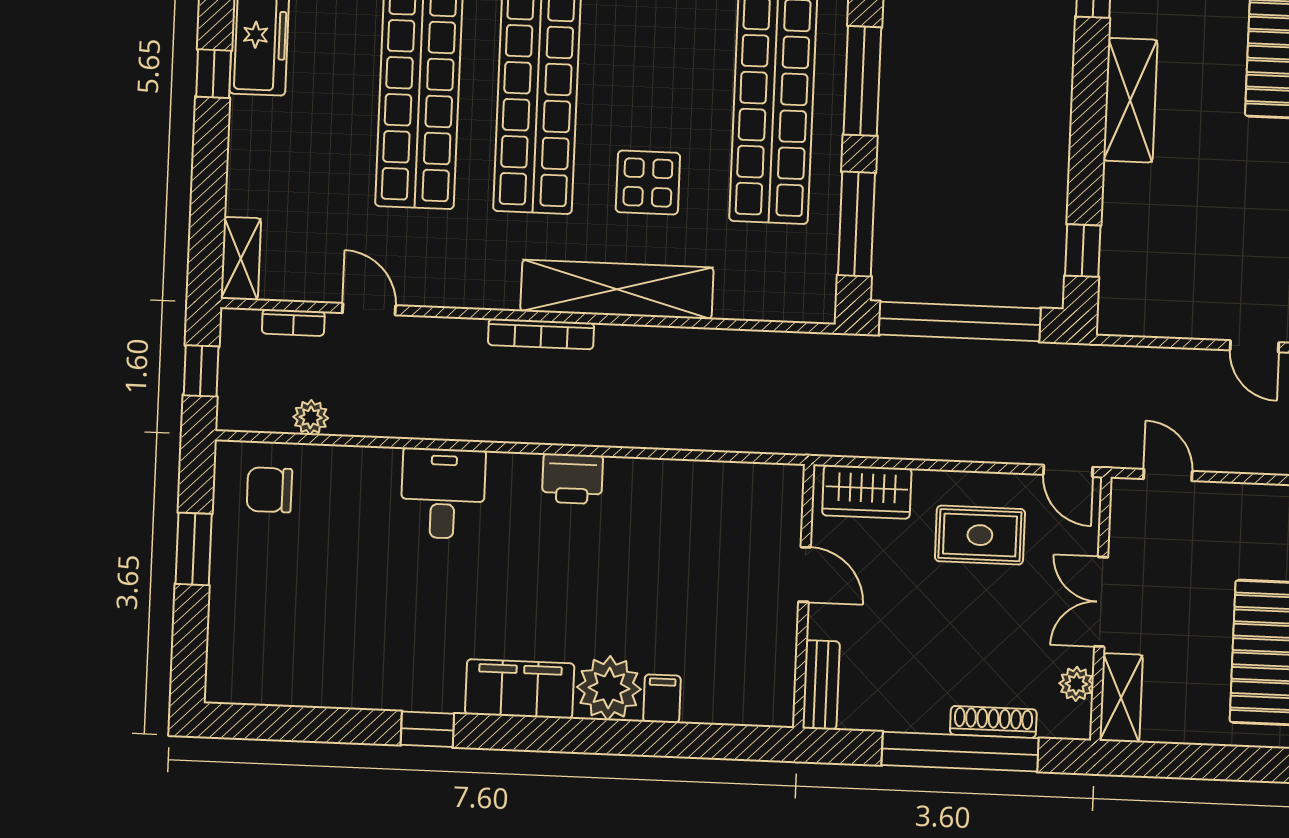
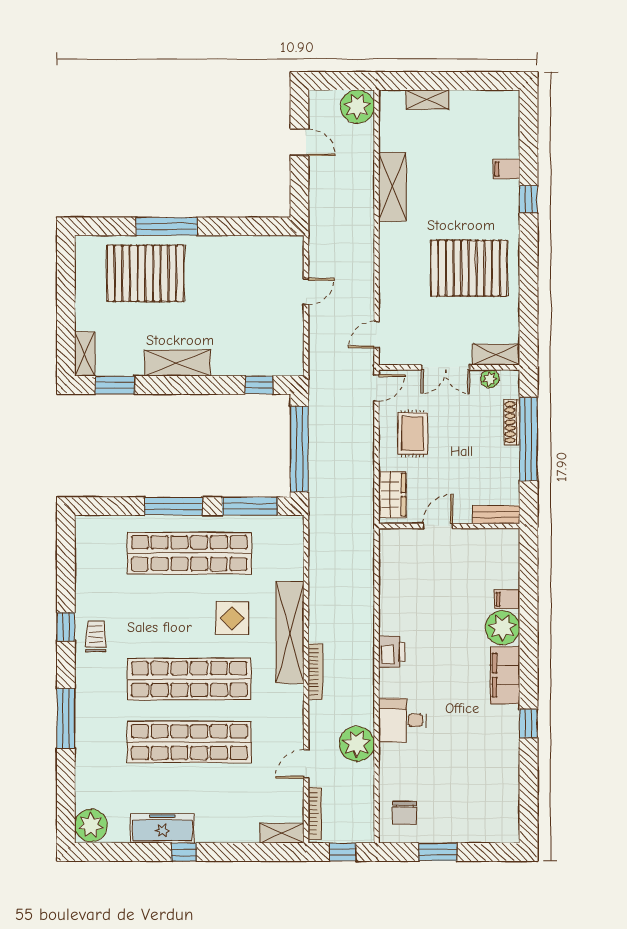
bookcase: (293, 323) -> (315, 813), width x1.56
plant: (311, 417) -> (357, 744), moved, width x1.87, depth x1.87

